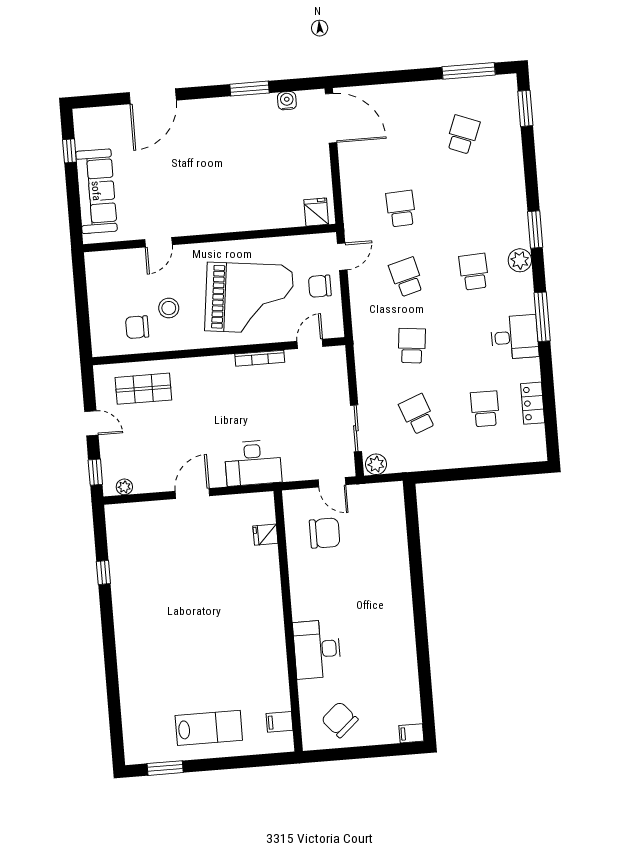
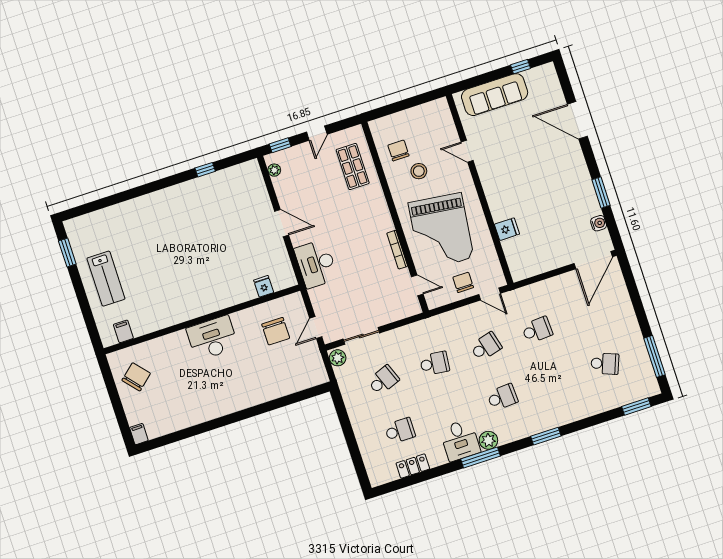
fridge: (316, 212) -> (507, 229), moved
plant: (520, 260) -> (488, 440), moved
desk: (317, 649) -> (212, 338), moved

